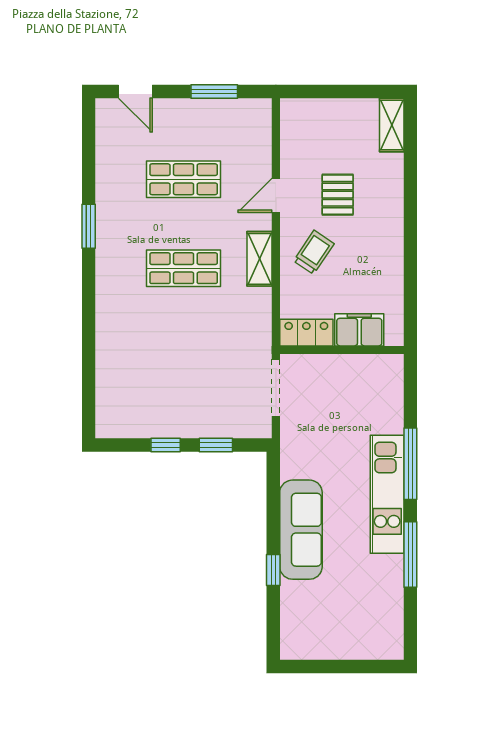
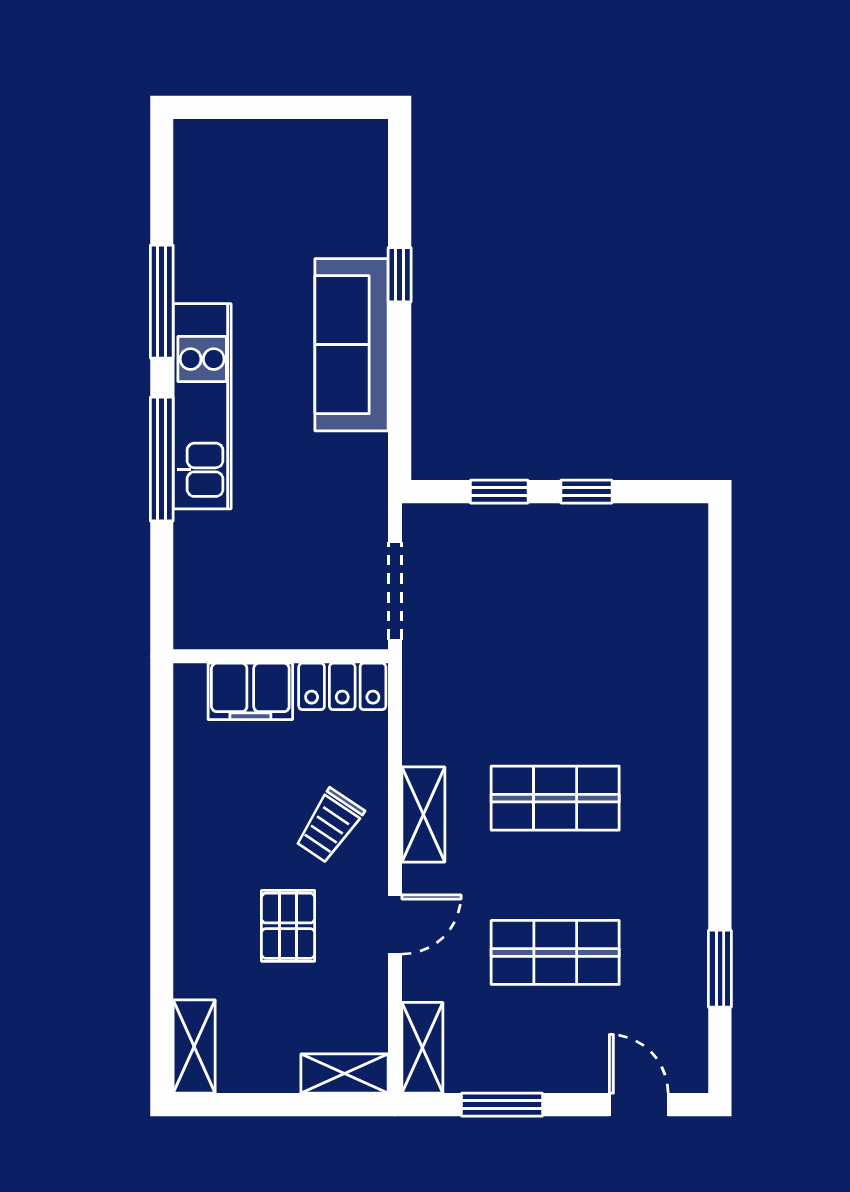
shelving: (305, 109) -> (345, 1074), added
shelving: (260, 124) -> (422, 1048), added
window: (89, 226) -> (720, 969), moved

